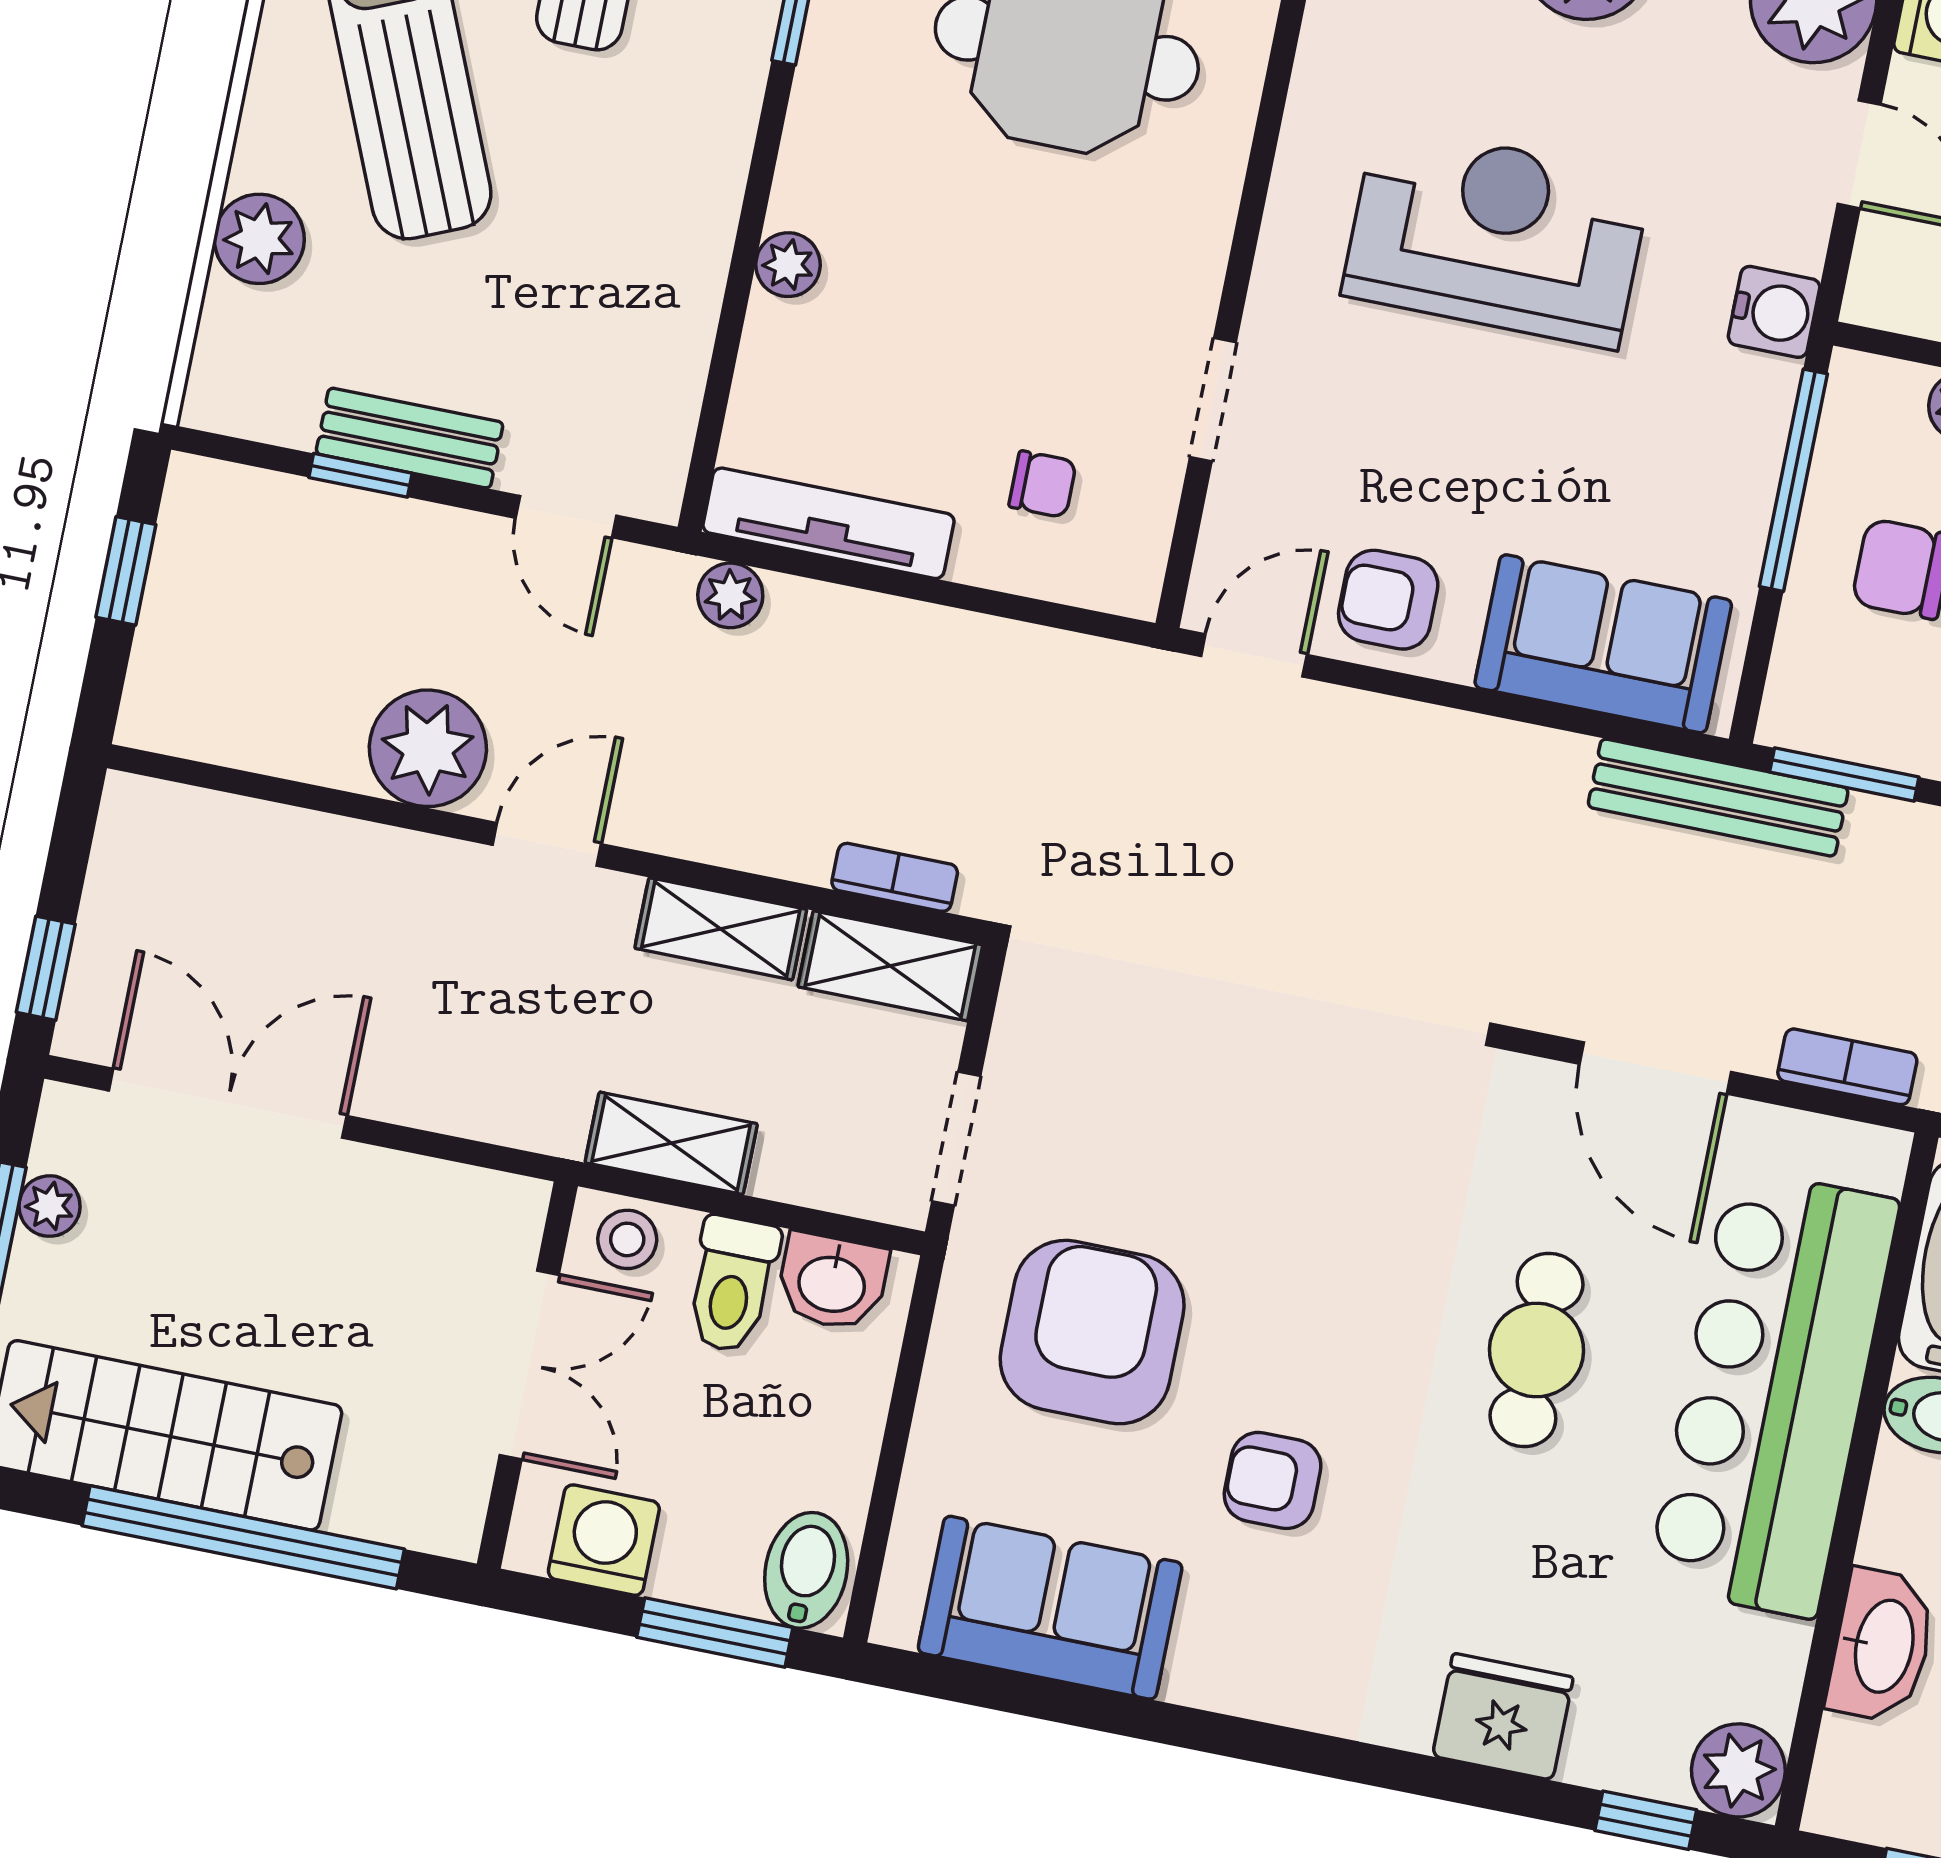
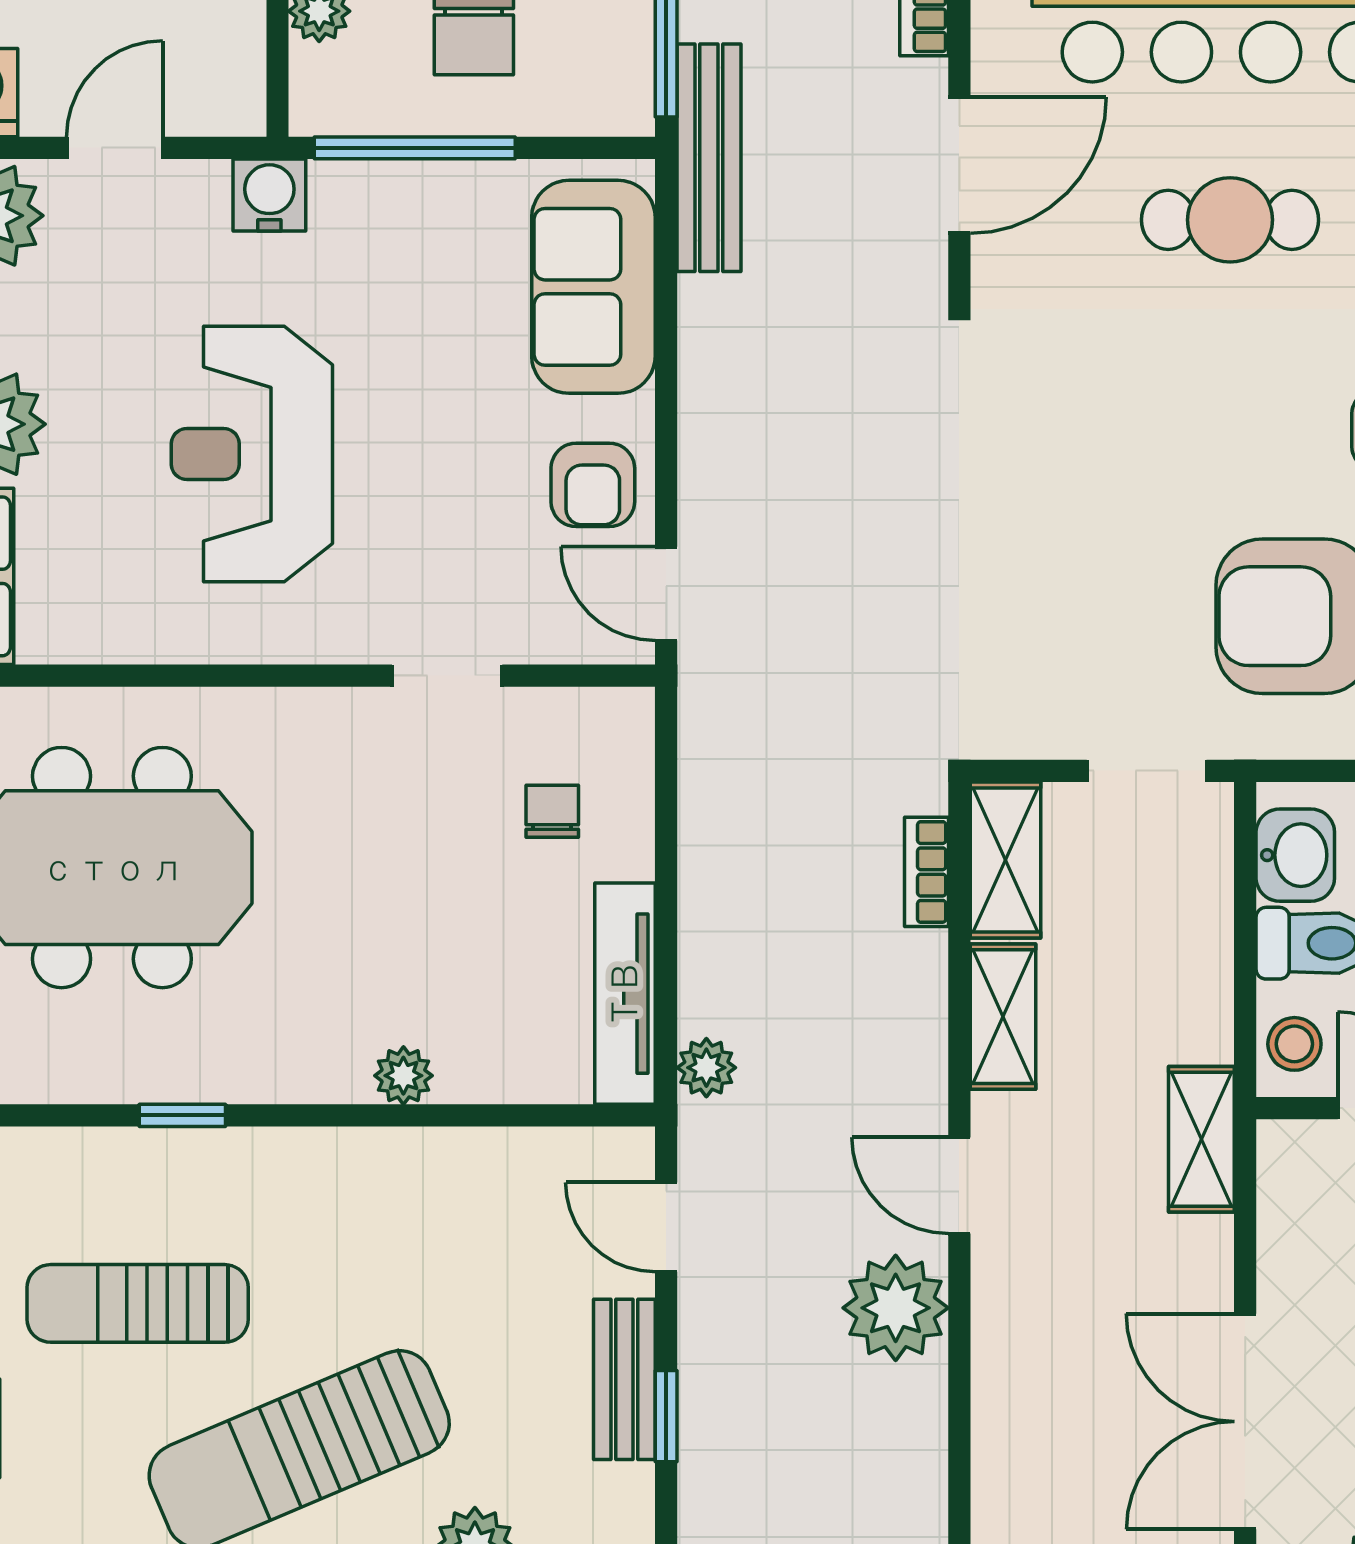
door: (566, 517) -> (666, 1227), swing flipped
shelving: (671, 1143) -> (1201, 1139), moved

